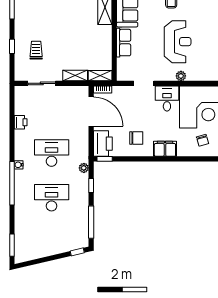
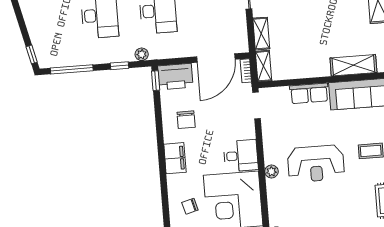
doorway: (144, 83) -> (257, 105), moved

